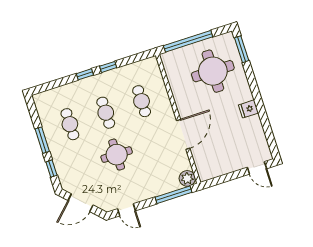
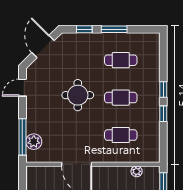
plant: (172, 75) -> (137, 171), added
plant: (187, 178) -> (34, 142), moved

